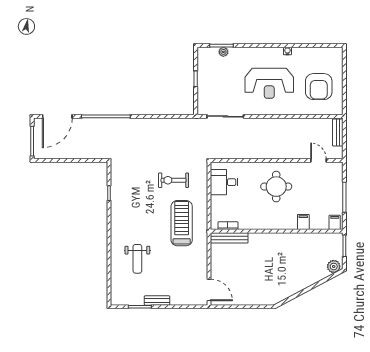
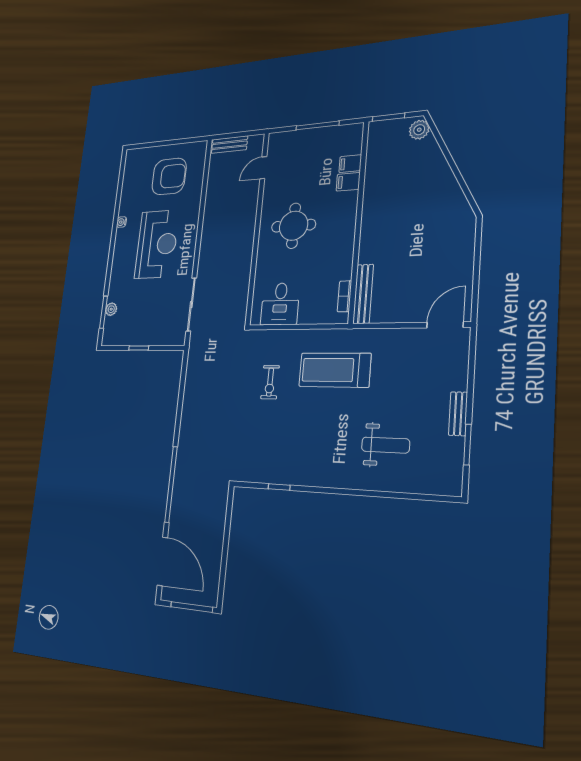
exercise bike: (174, 180) -> (270, 382), width x0.73, depth x0.72
filing cabinet: (335, 222) -> (350, 164), moved

